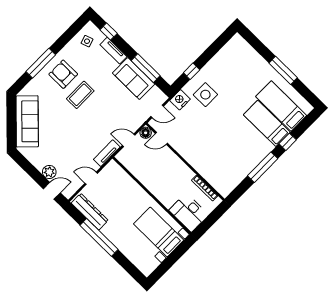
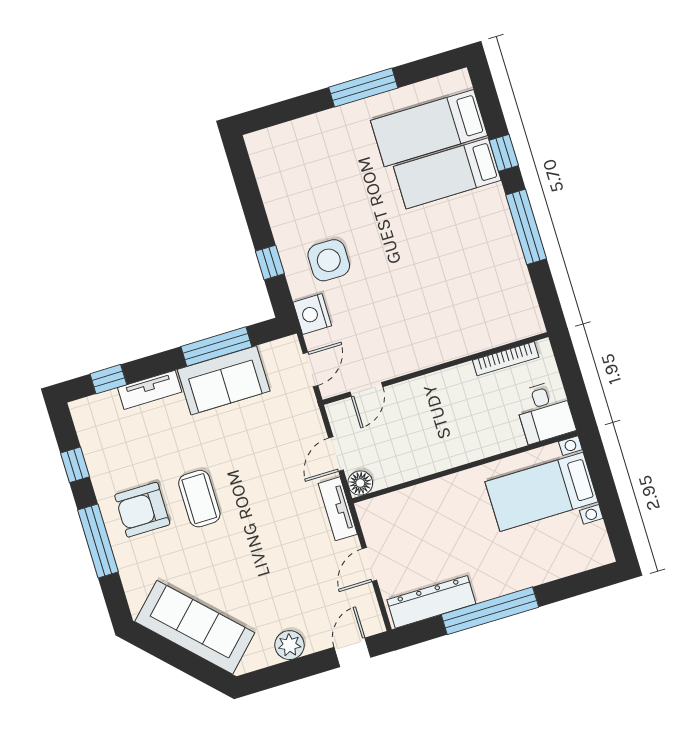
window: (67, 37) -> (75, 465), added
side table: (87, 41) -> (104, 430), removed
floor lamp: (146, 133) -> (360, 483), moved
plant: (49, 172) -> (289, 645), moved
desk: (189, 212) -> (545, 412), width x0.73

